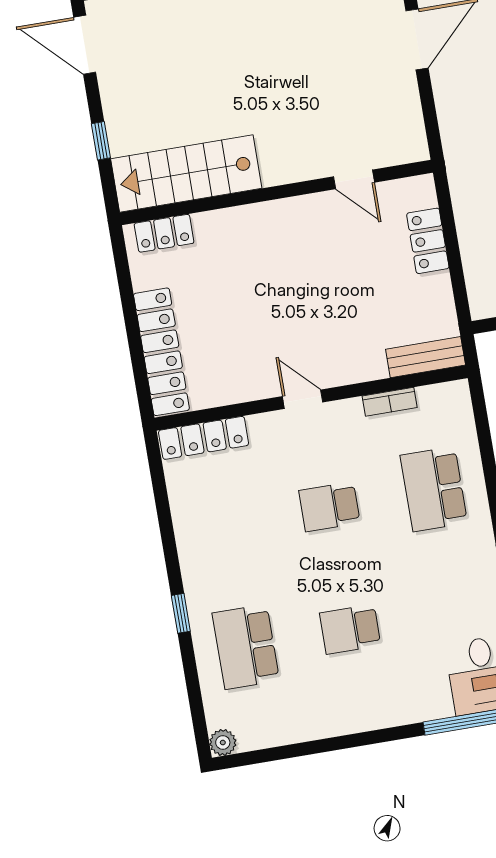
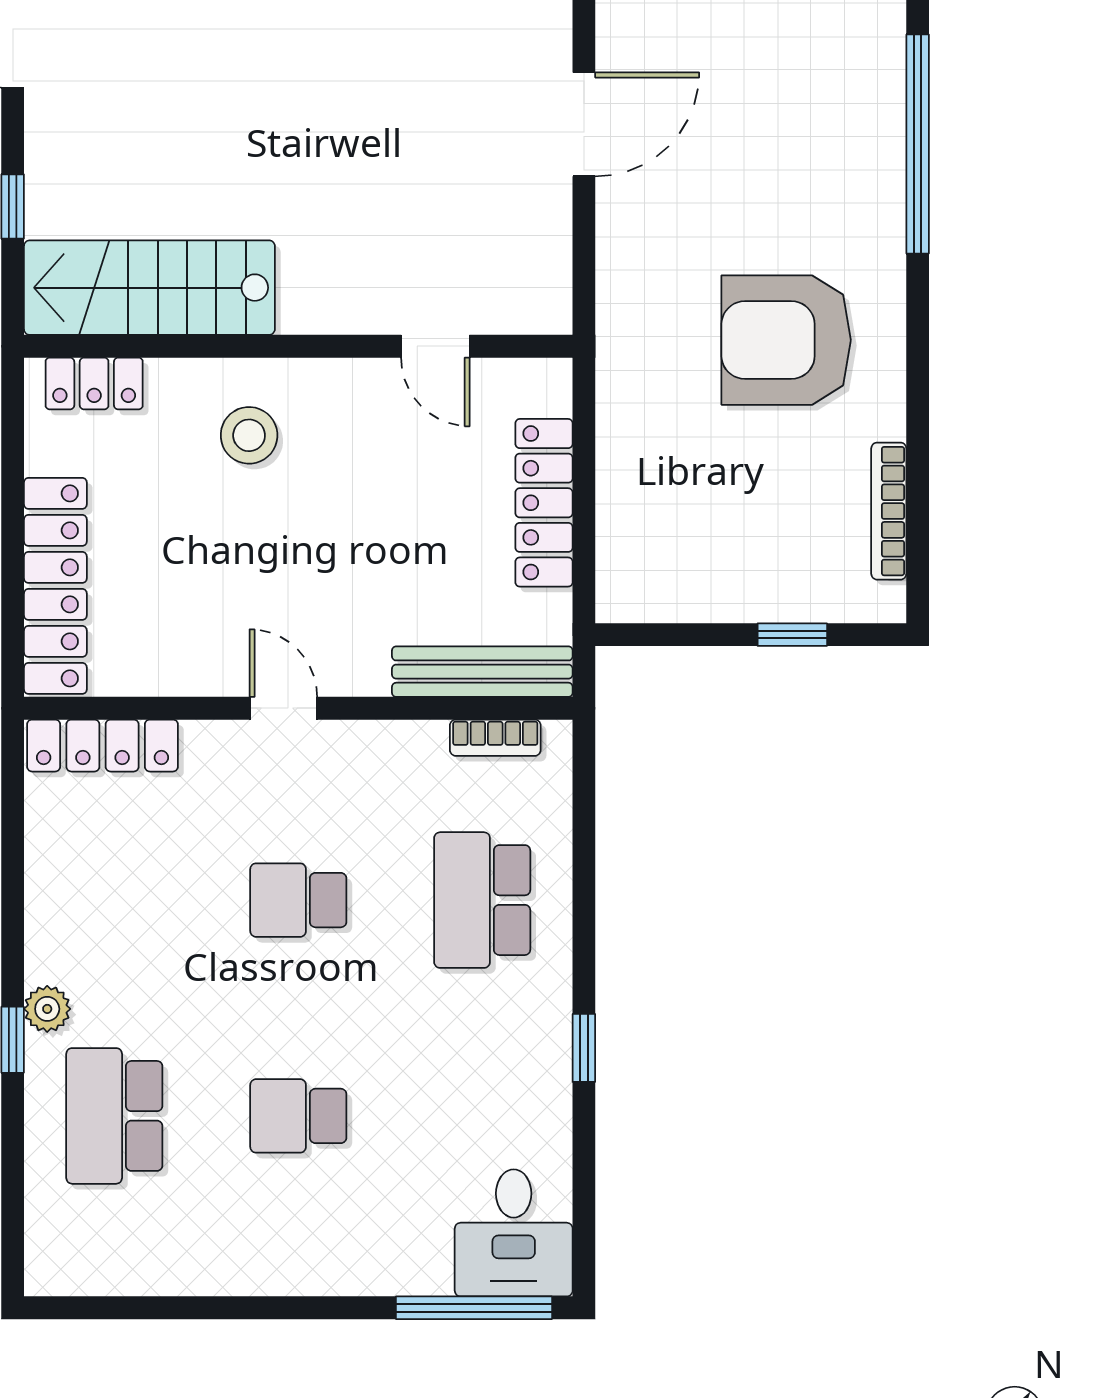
locker: (428, 241) -> (544, 503), width x1.53
stool: (257, 248) -> (249, 435), added
bench: (426, 357) -> (482, 672), width x1.36
bookcase: (390, 402) -> (495, 738), moved
plant: (223, 742) -> (47, 1009), moved

